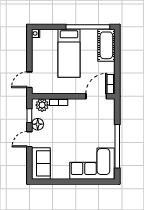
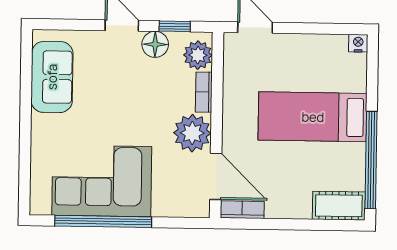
cot: (106, 45) -> (339, 206), width x0.73, depth x0.75
plant: (77, 107) -> (192, 133), added
sofa: (41, 163) -> (52, 77), moved, turned -90
corner sofa: (92, 164) -> (102, 181), moved, turned -90

